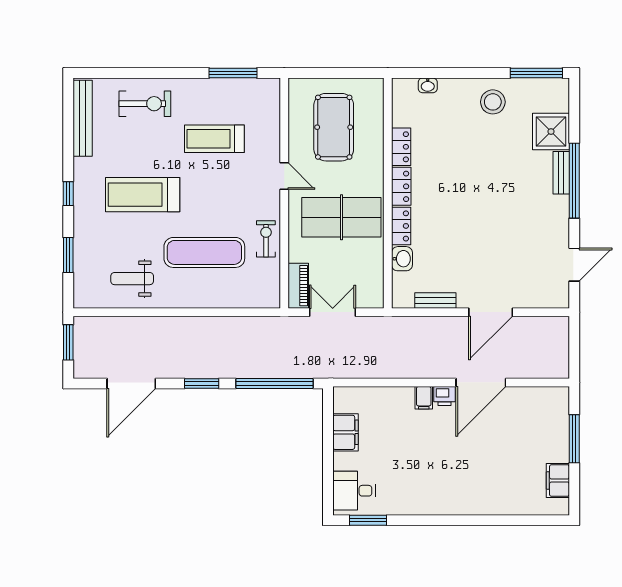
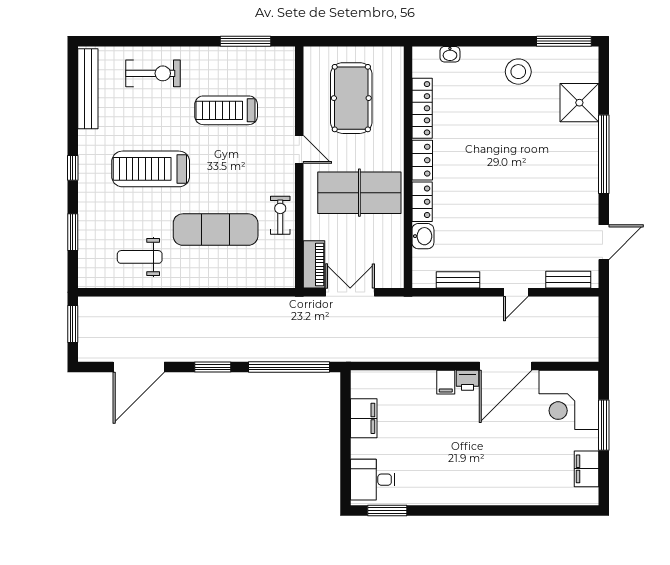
locker: (401, 147) -> (422, 108), width x1.53
bench: (561, 173) -> (568, 280), moved, turned 90
door: (491, 312) -> (516, 292), width x0.53
corner desk: (541, 415) -> (569, 400), added

